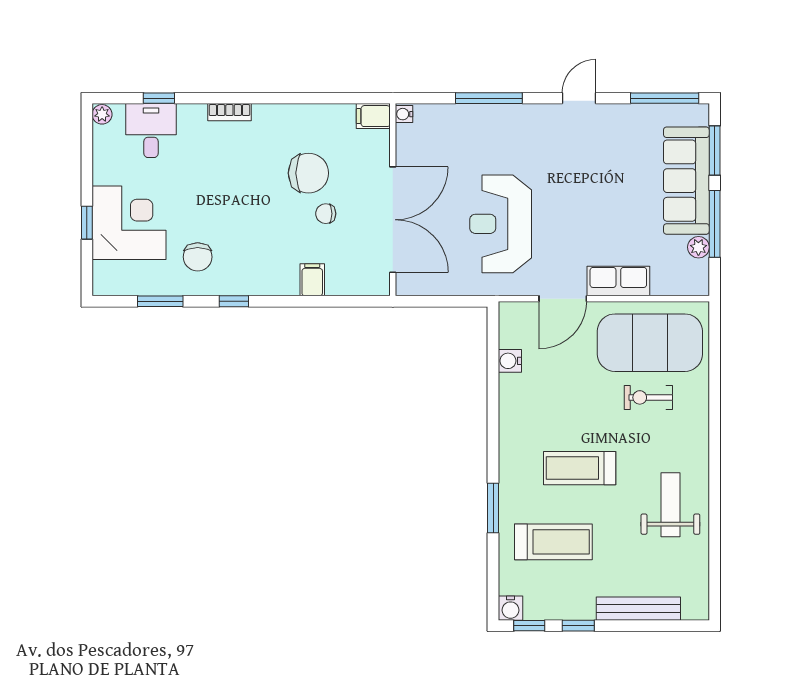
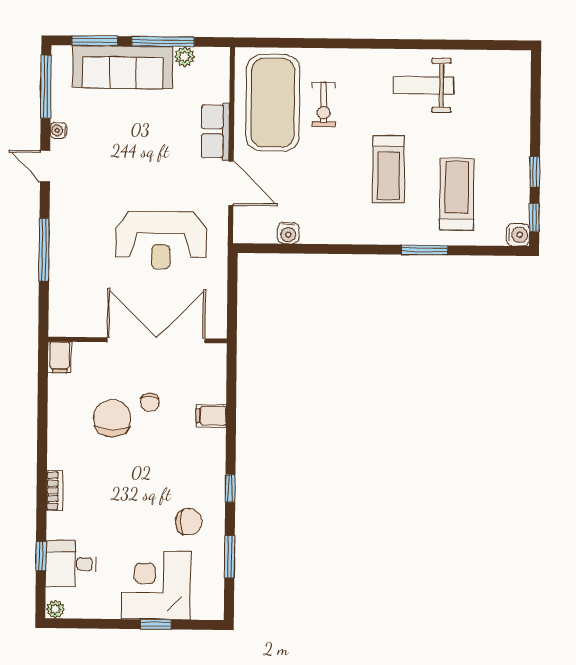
water cooler: (404, 114) -> (58, 130), moved, turned 90
bench: (638, 609) -> (520, 116), removed

